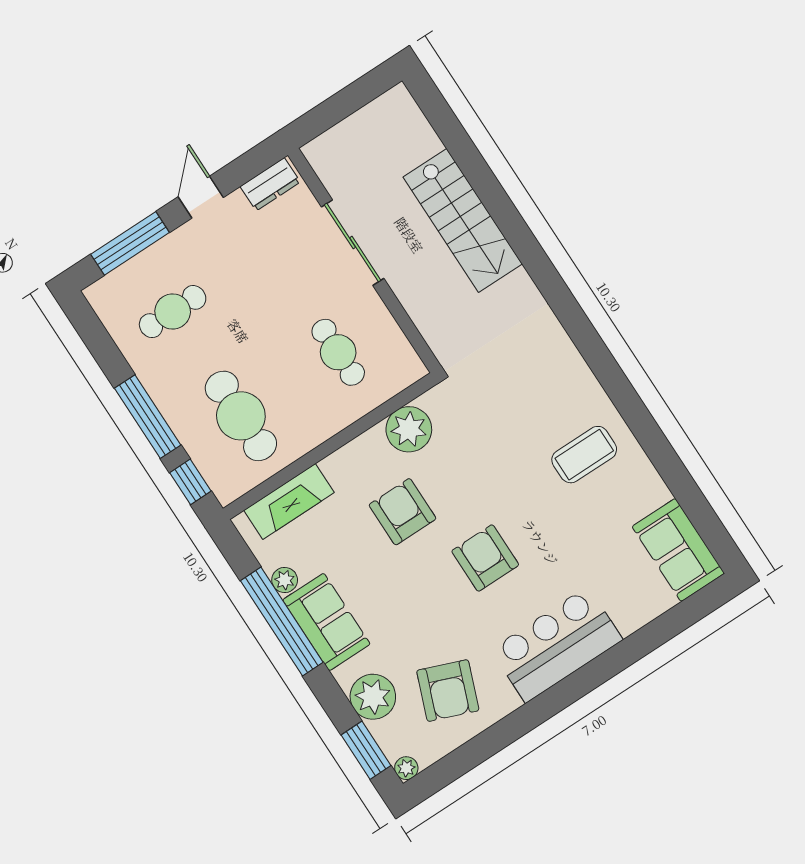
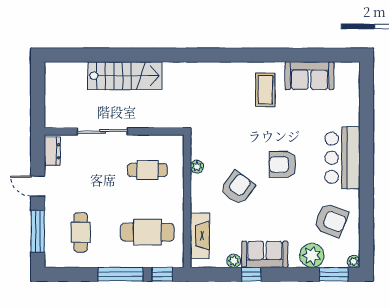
plant: (409, 429) -> (197, 167), width x0.53, depth x0.53
armchair: (403, 512) -> (238, 188), turned 126
sofa: (678, 550) -> (310, 76), moved
window: (282, 621) -> (251, 274), width x0.32

